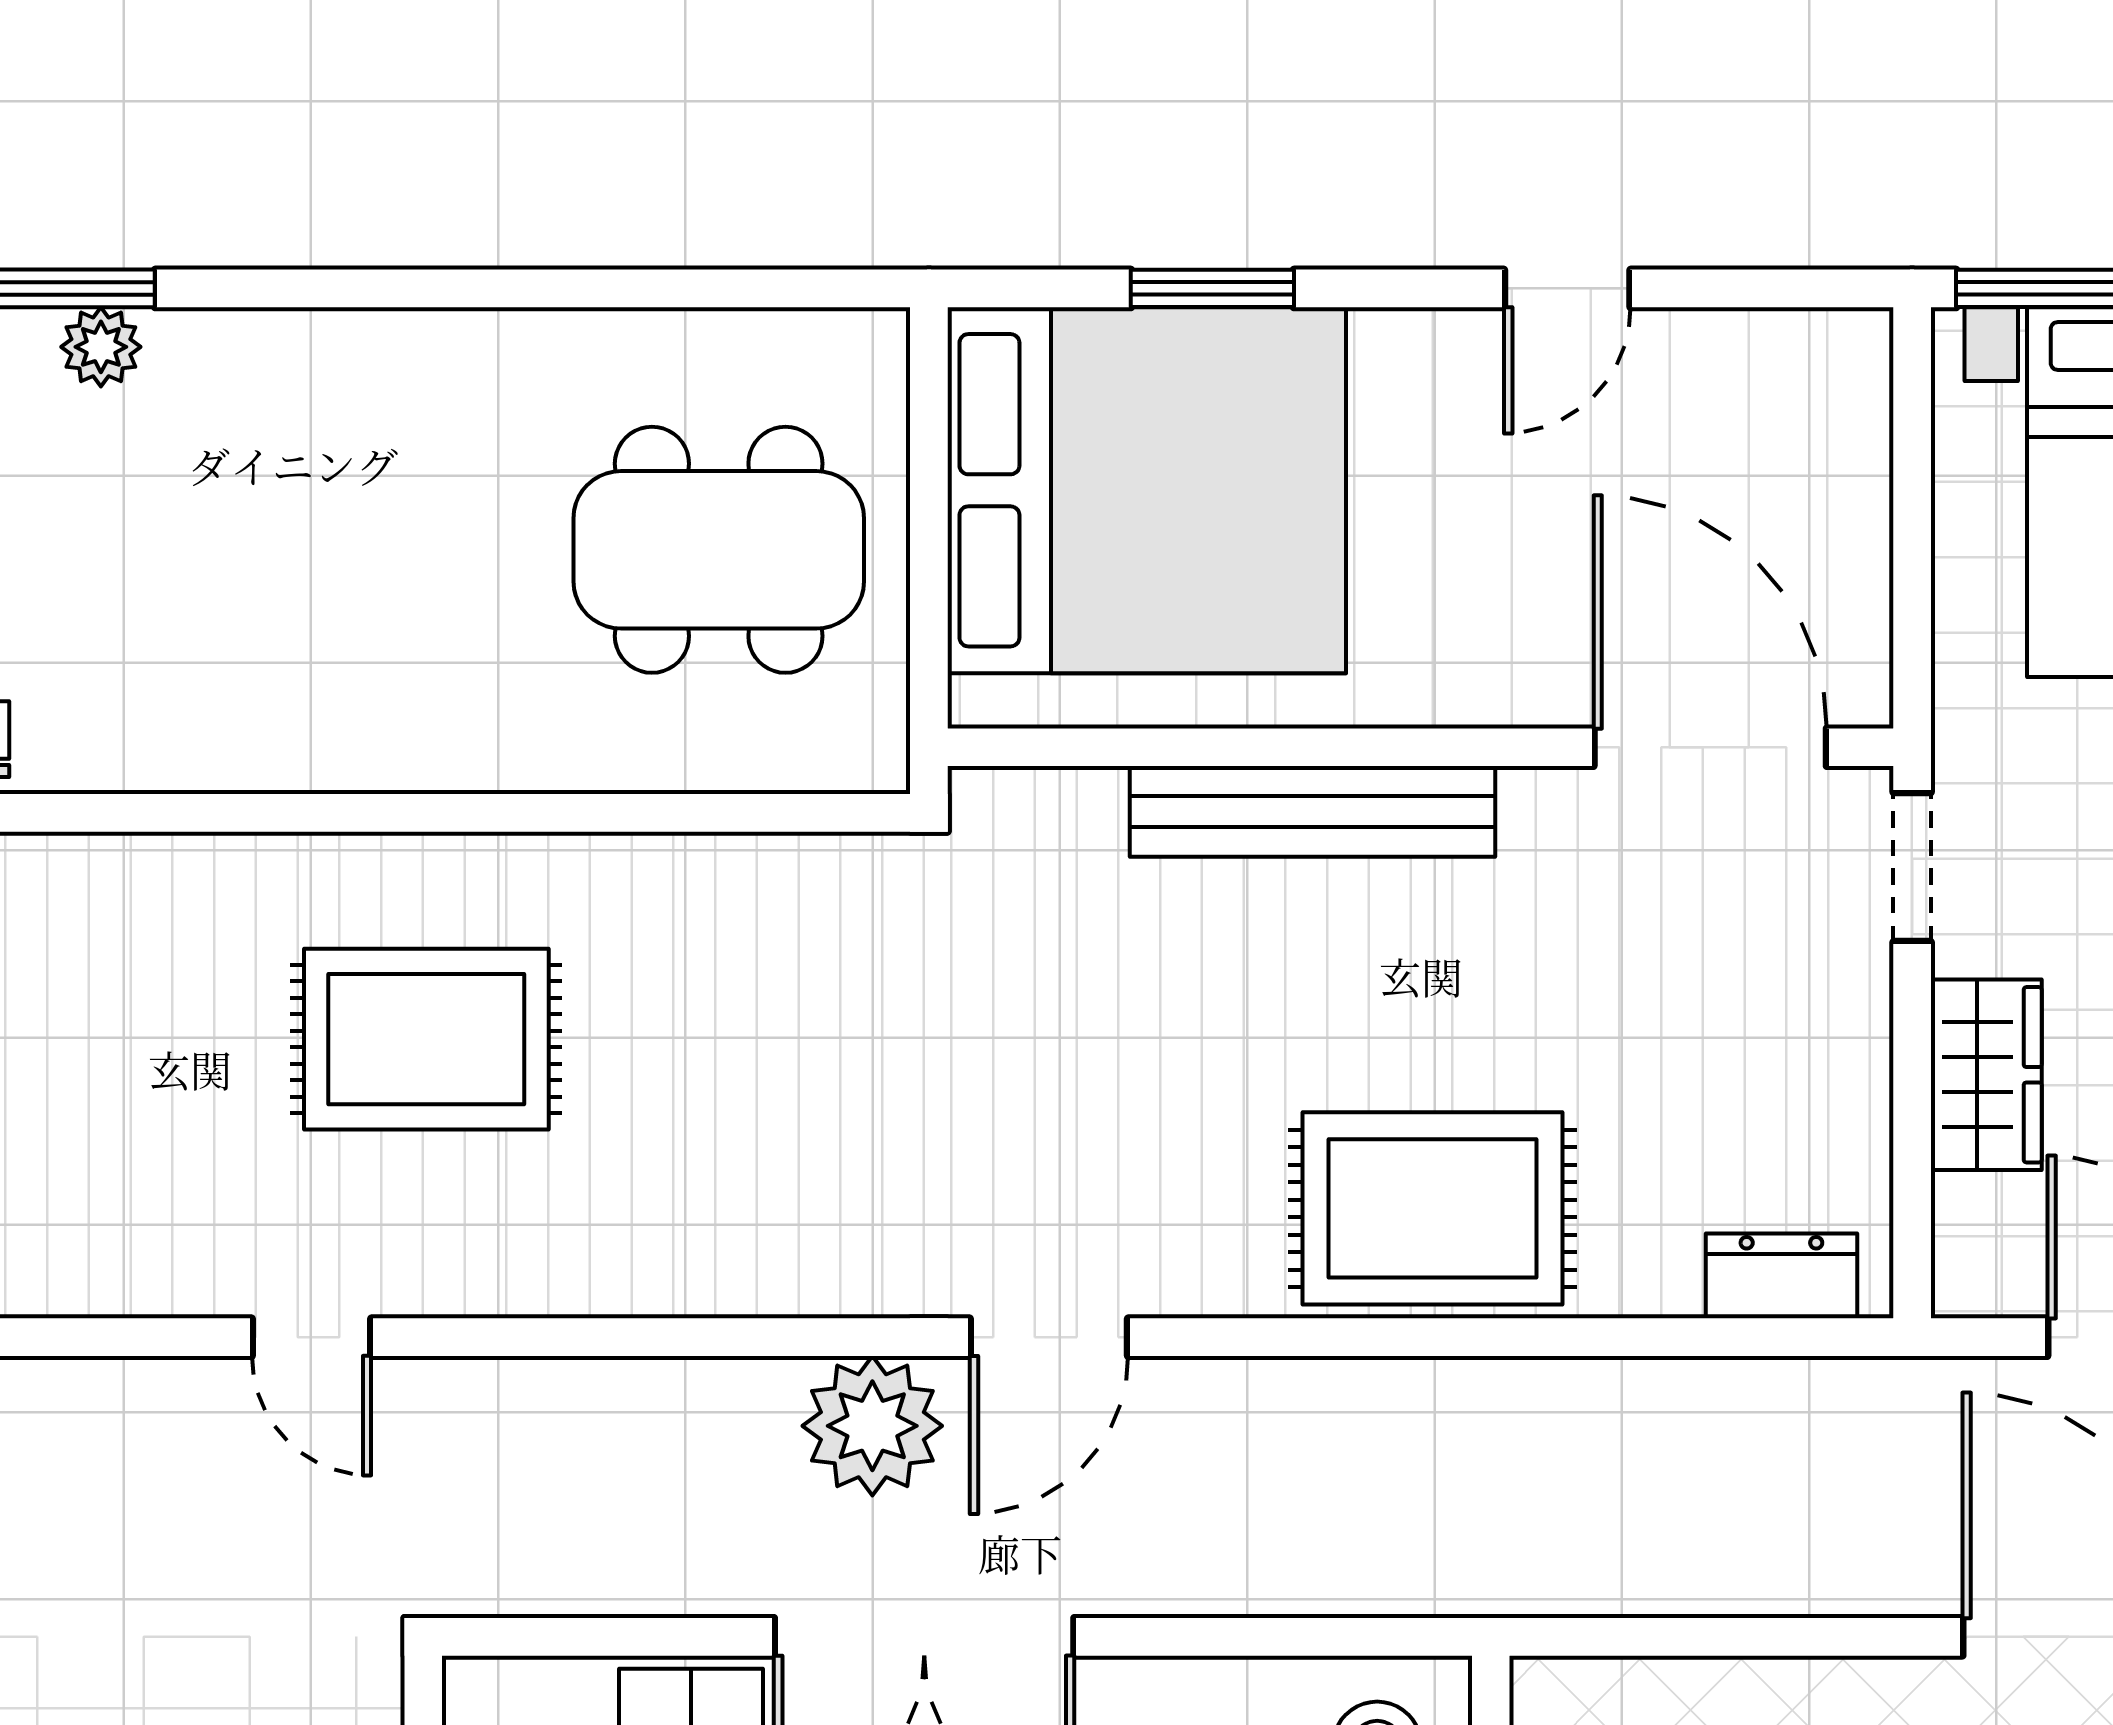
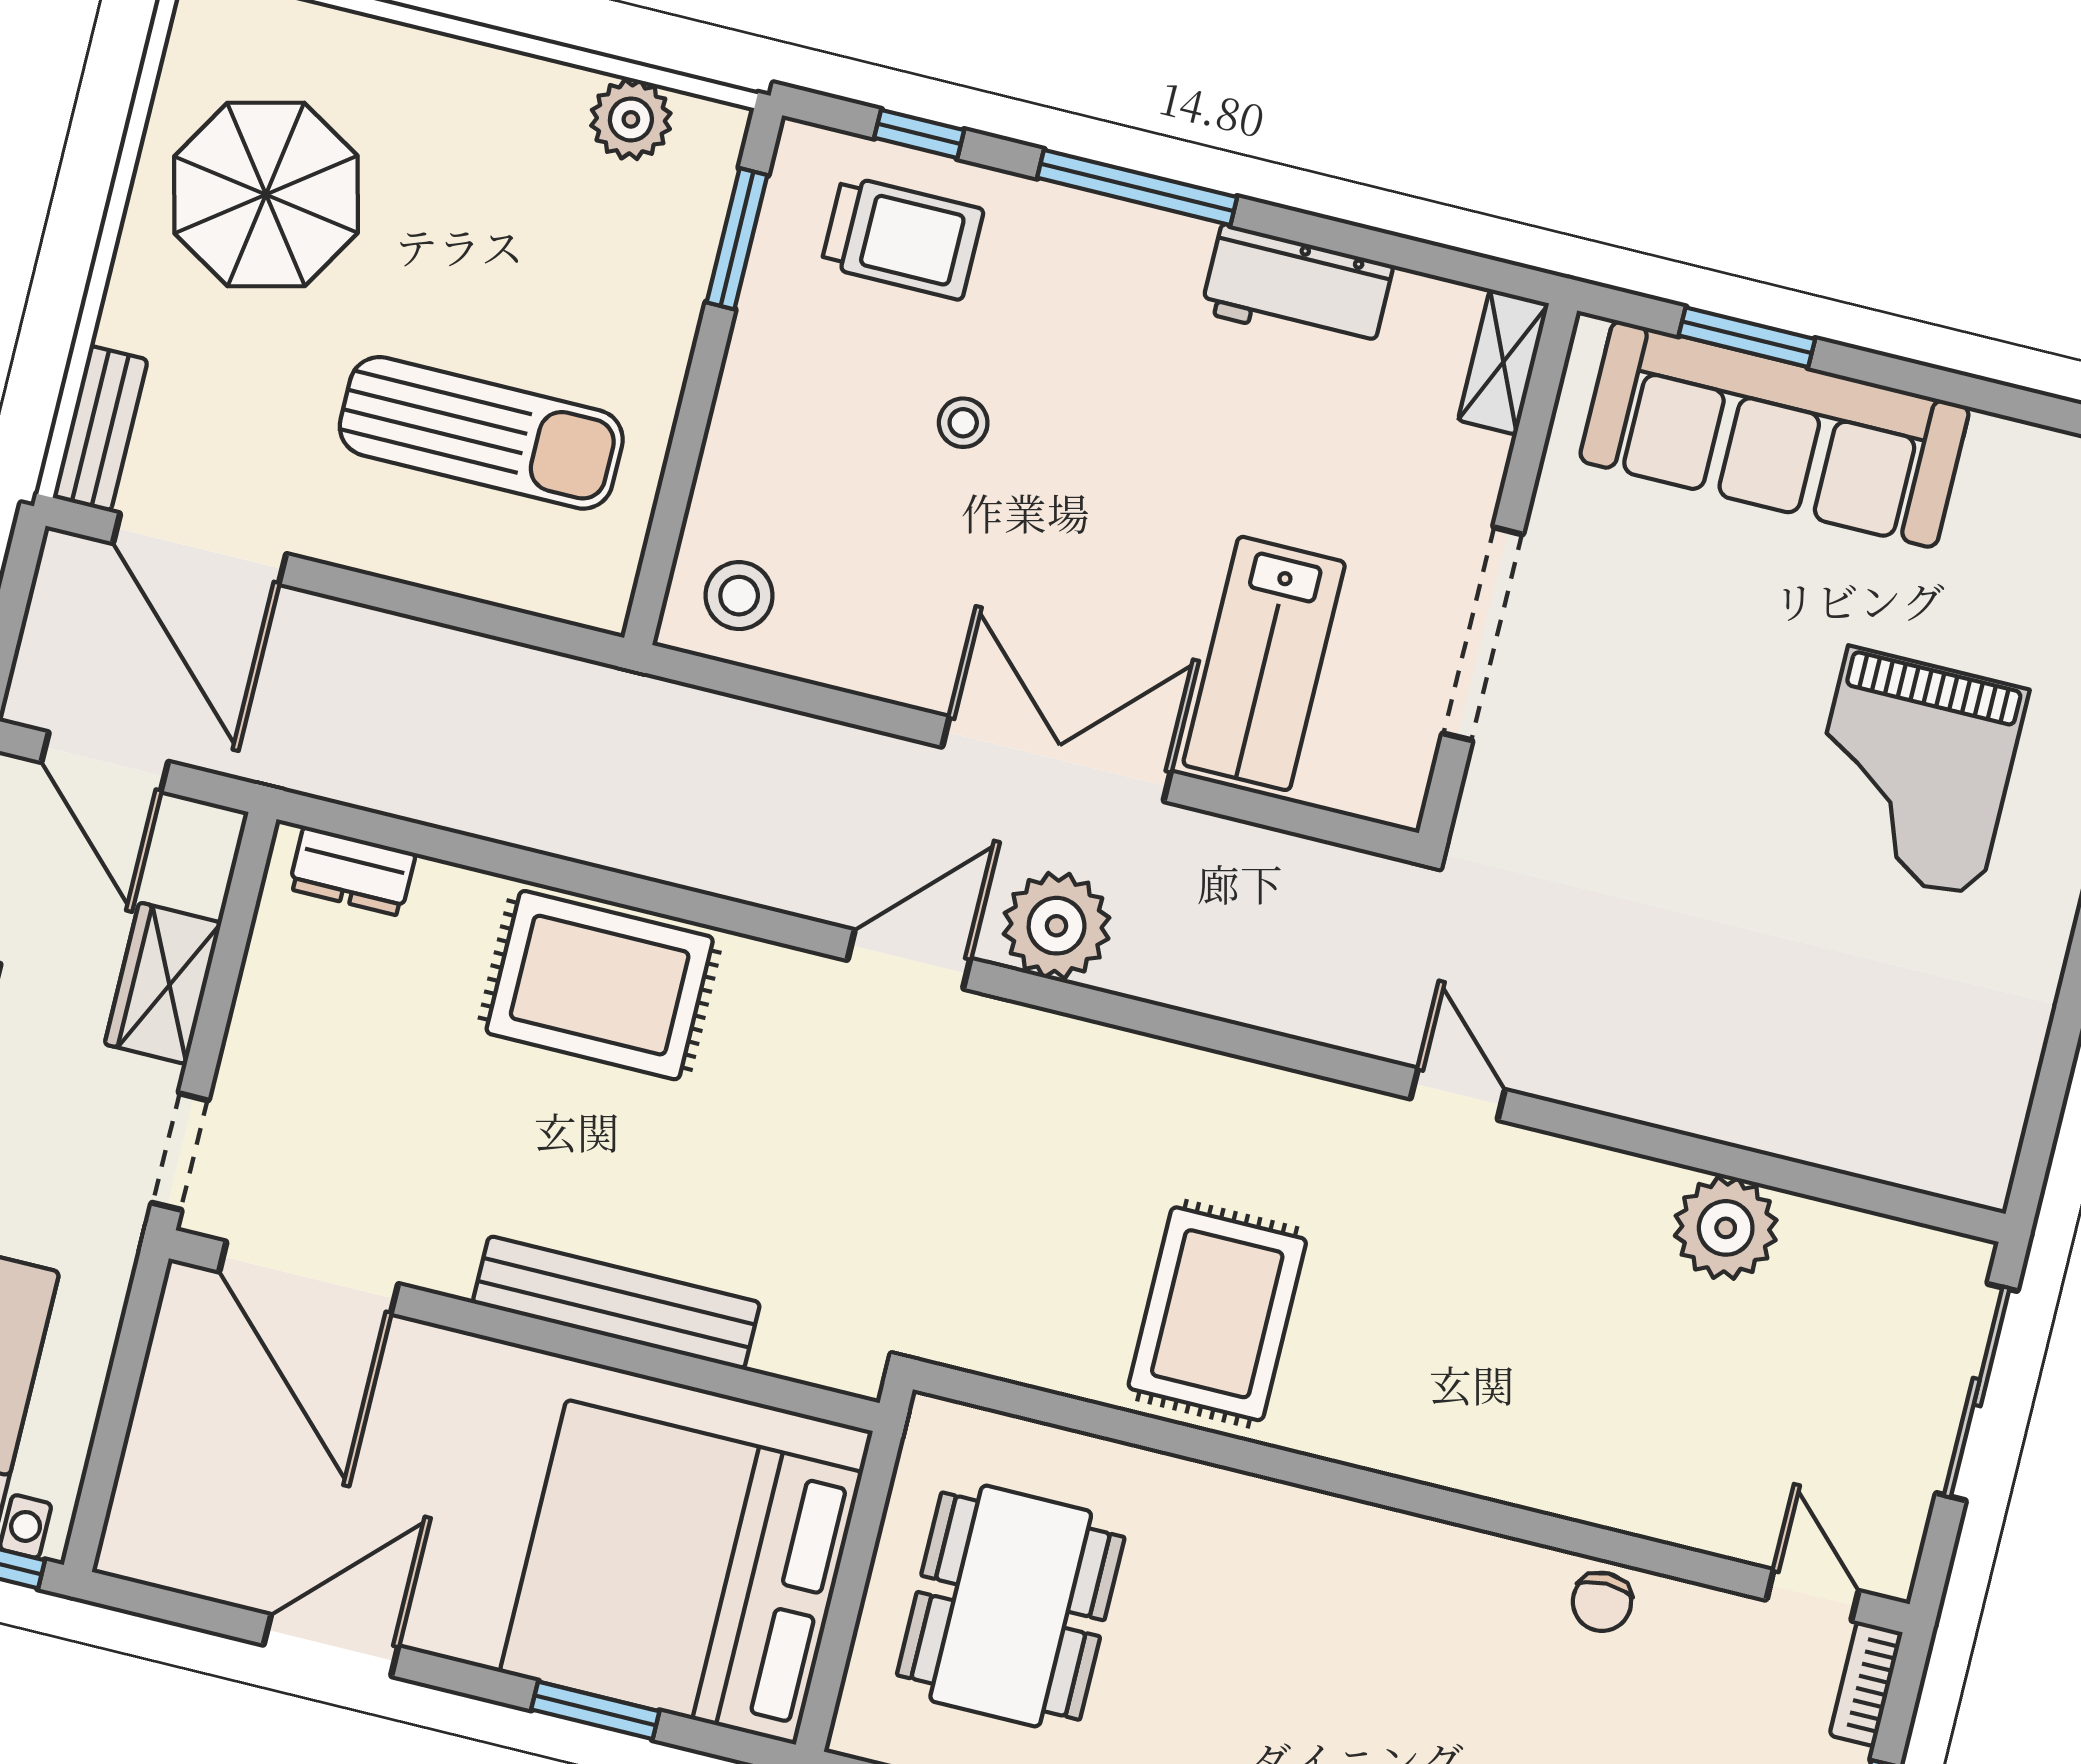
door: (1567, 288) -> (331, 1645), width x1.38
dining table: (719, 550) -> (1011, 1606), turned 90
rug: (426, 1039) -> (1217, 1314), moved, turned 90

